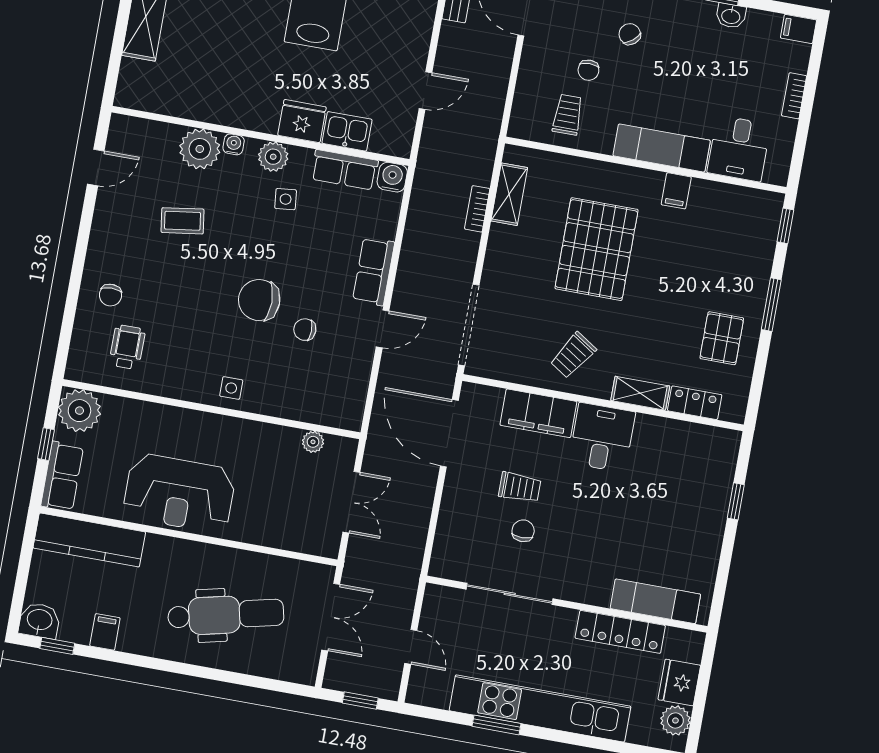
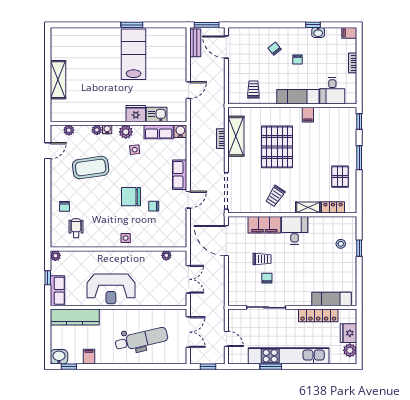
chair: (588, 70) -> (297, 60), moved
plant: (150, 131) -> (69, 130), added
plant: (200, 149) -> (97, 130), width x0.53, depth x0.53
shelving: (509, 194) -> (236, 136), width x1.50, depth x1.33
coffee table: (183, 221) -> (91, 168), width x1.86, depth x1.72
plant: (79, 411) -> (55, 256), width x0.53, depth x0.53
stool: (697, 485) -> (341, 244), added

